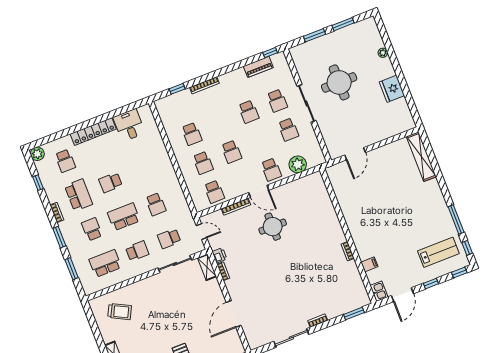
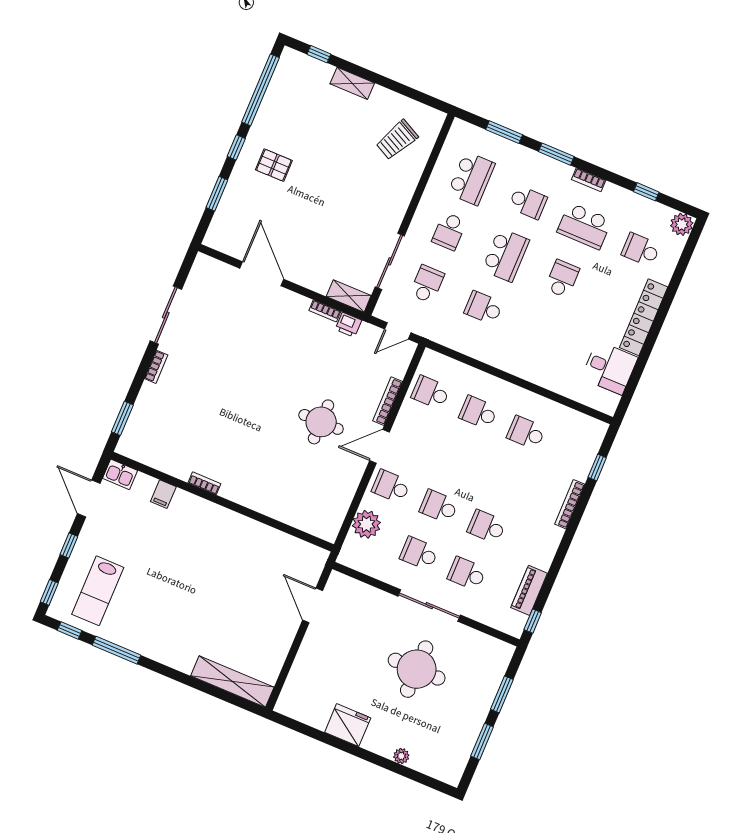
school desk: (231, 152) -> (439, 507), moved

